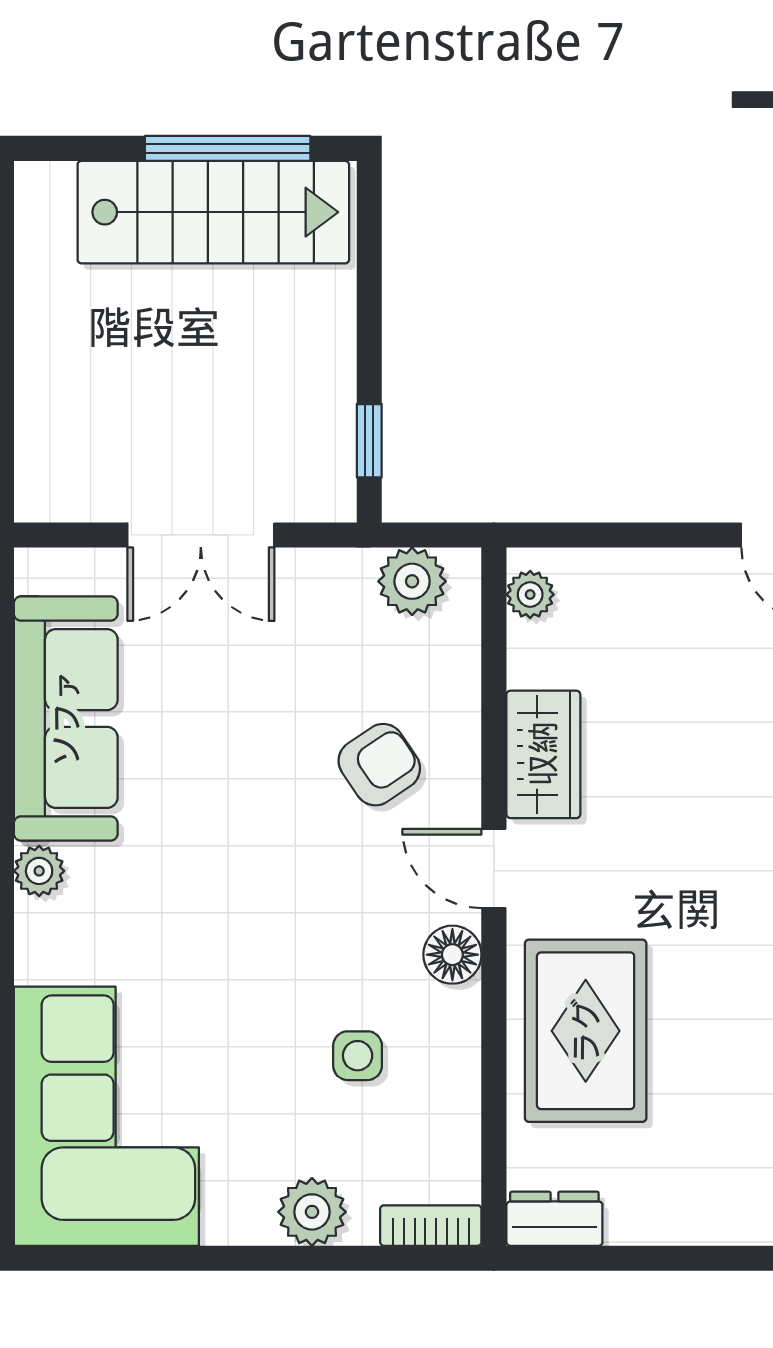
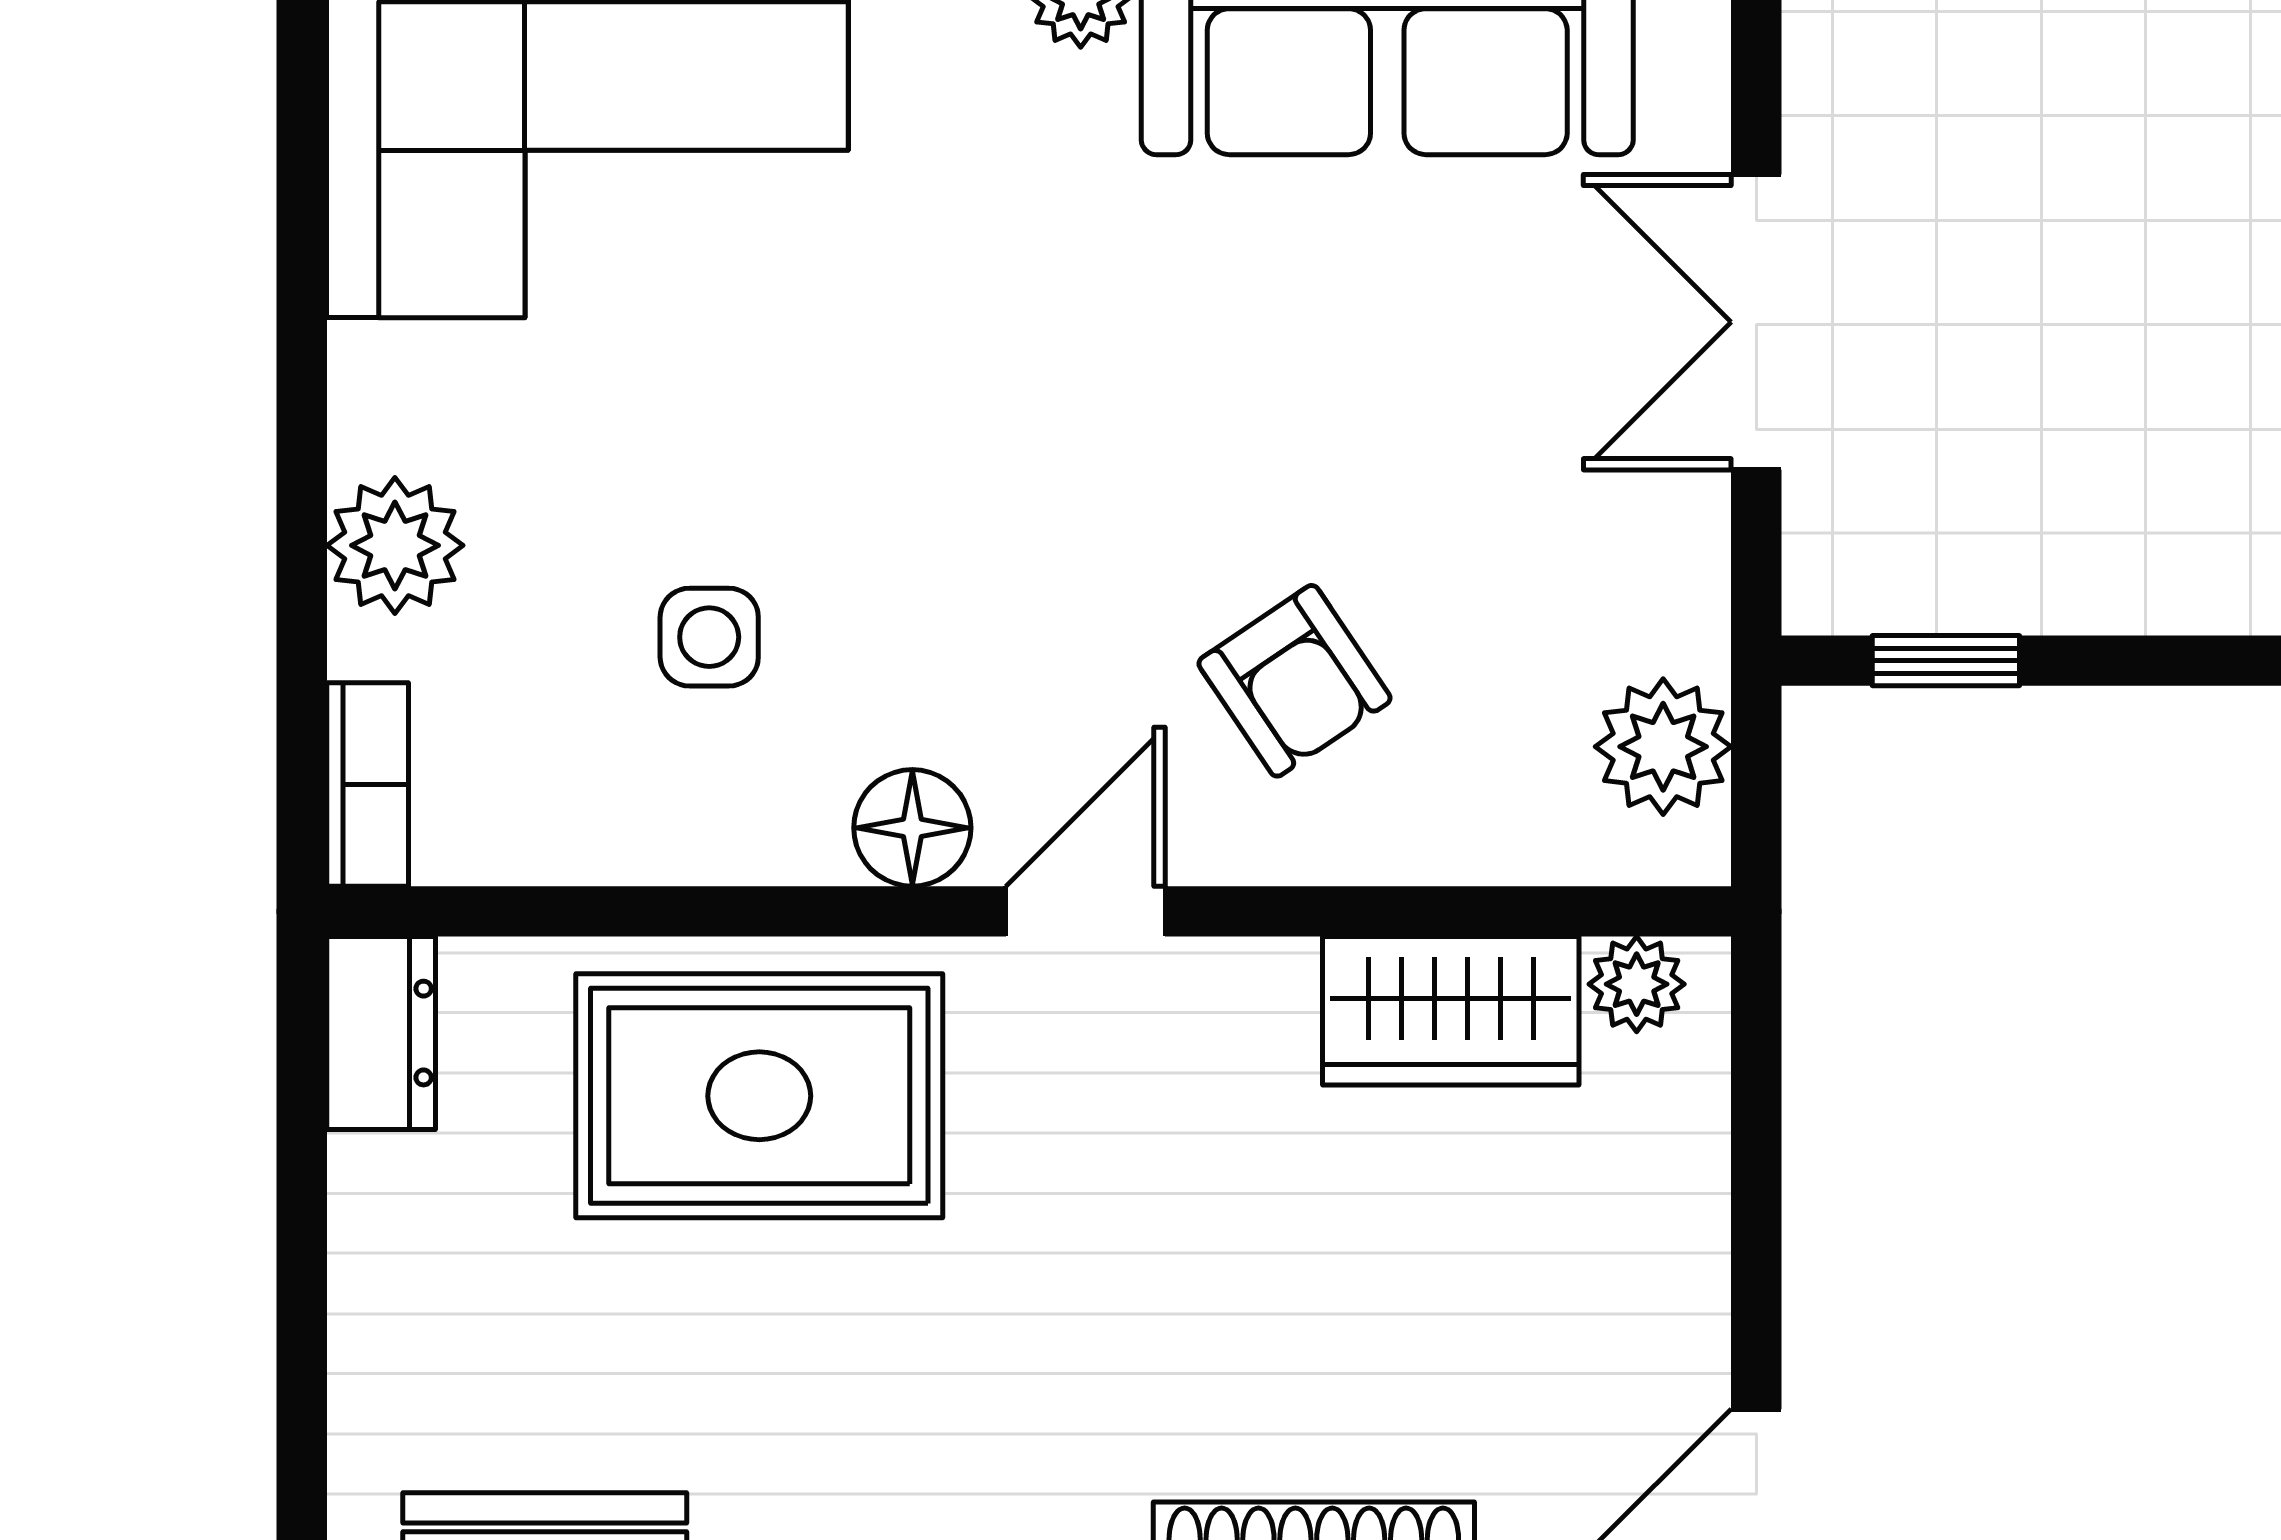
wardrobe: (543, 754) -> (1451, 1011), moved

